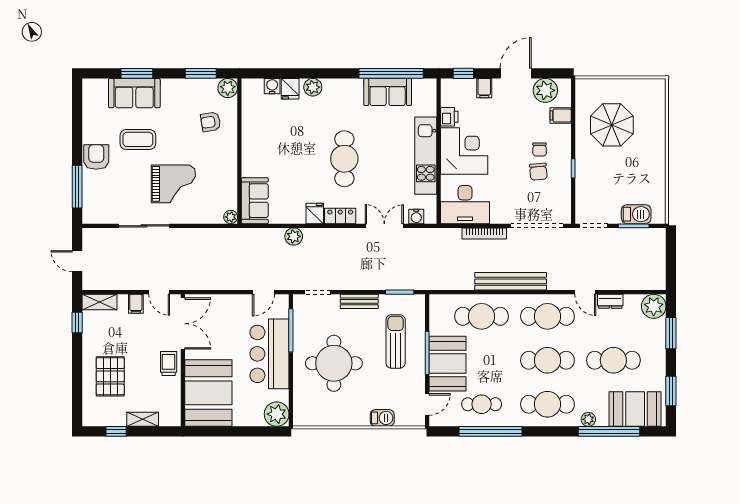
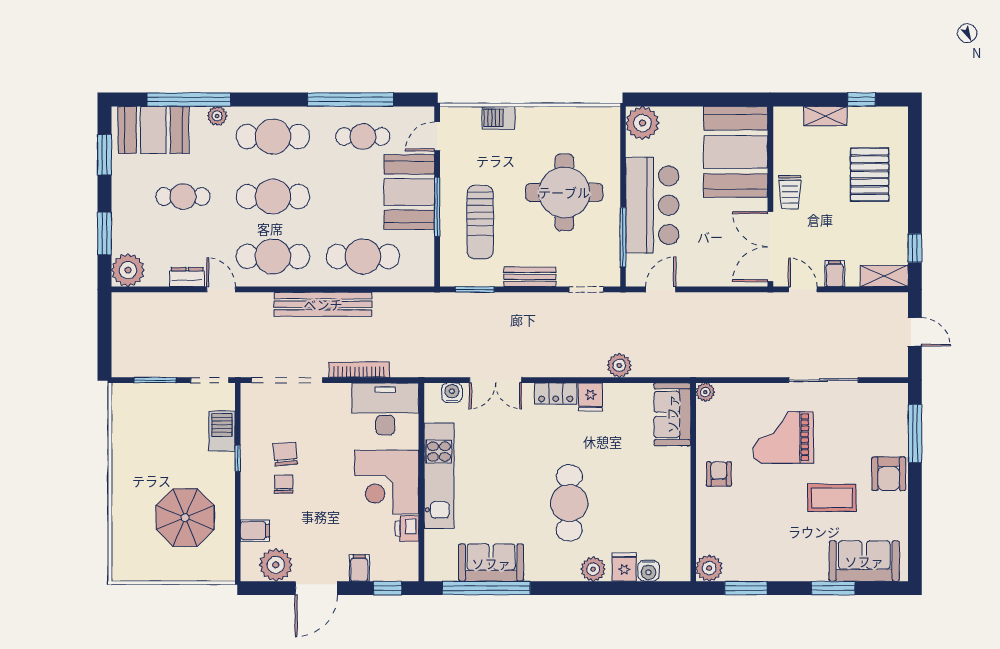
sofa: (134, 93) -> (864, 561), moved
armchair: (211, 122) -> (719, 474), moved, turned -81
cafe table: (344, 159) -> (569, 503), moved
barbecue: (636, 214) -> (222, 431), moved, turned 90
cafe table: (613, 360) -> (183, 197), width x0.73, depth x0.74

